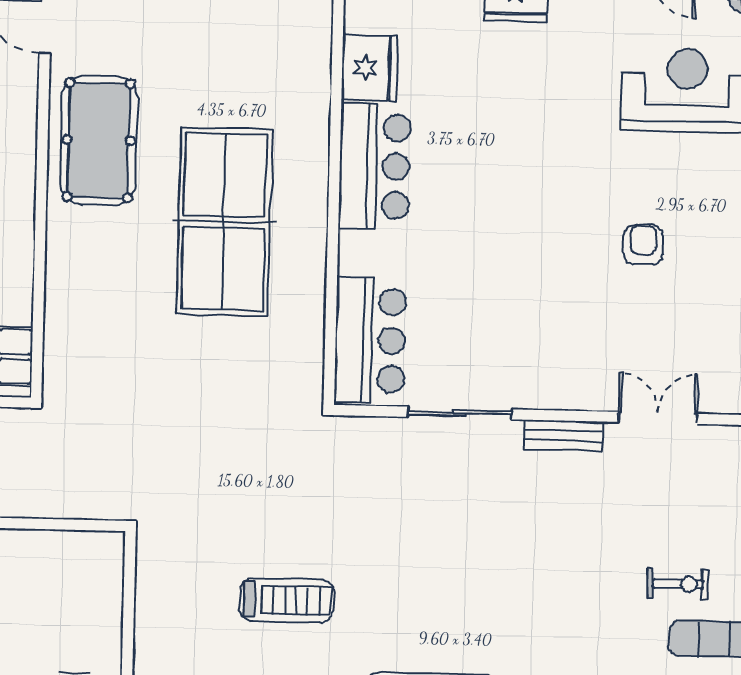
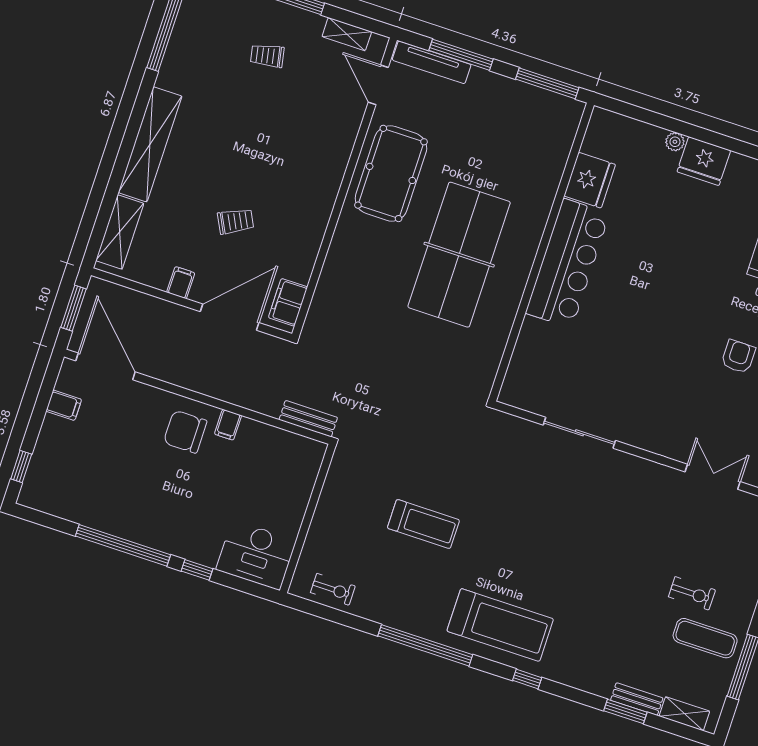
bar counter: (375, 166) -> (567, 263), width x1.36
bar counter: (370, 340) -> (534, 365), removed
bench: (563, 435) -> (308, 419), moved

